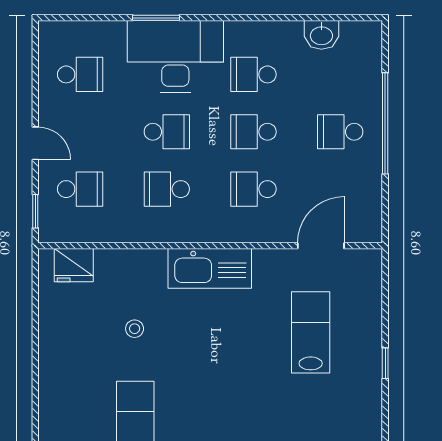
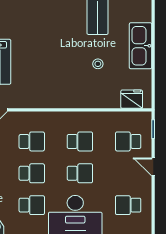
school desk: (167, 132) -> (80, 173), turned 180
kitchen sink: (210, 268) -> (141, 46), moved, turned -90

